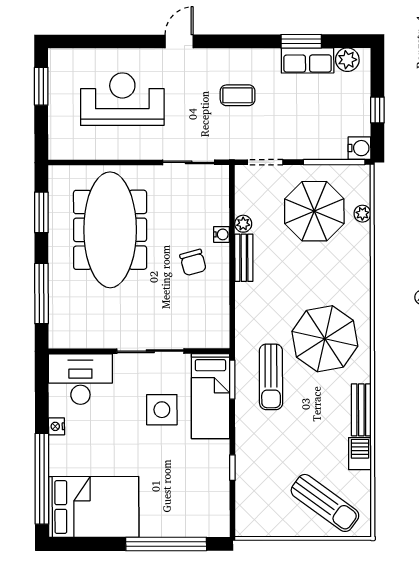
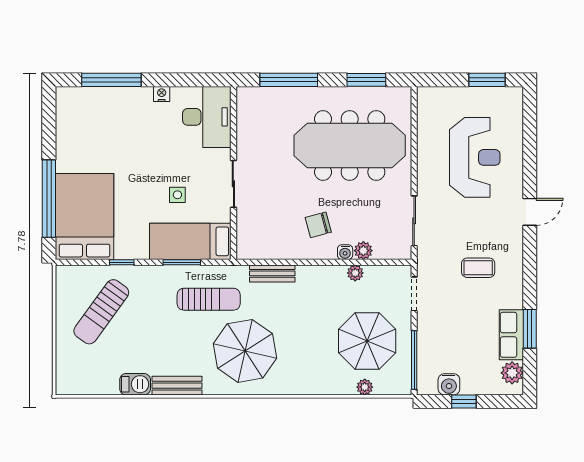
door: (179, 41) -> (530, 212), hinge flipped
coffee table: (238, 95) -> (478, 268), turned 90
water cooler: (359, 148) -> (449, 384), moved
plant: (220, 215) -> (363, 251), added
bench: (244, 258) -> (272, 273), moved
sliding door: (150, 351) -> (233, 184), width x0.73
sun lounger: (271, 377) -> (209, 299), turned 180
window: (232, 380) -> (182, 262), moved
side table: (162, 410) -> (177, 195), width x0.54, depth x0.54
window: (42, 479) -> (111, 80), width x0.68
sun lounger: (325, 503) -> (101, 312), moved
bed: (94, 507) -> (84, 216), moved, turned 180

